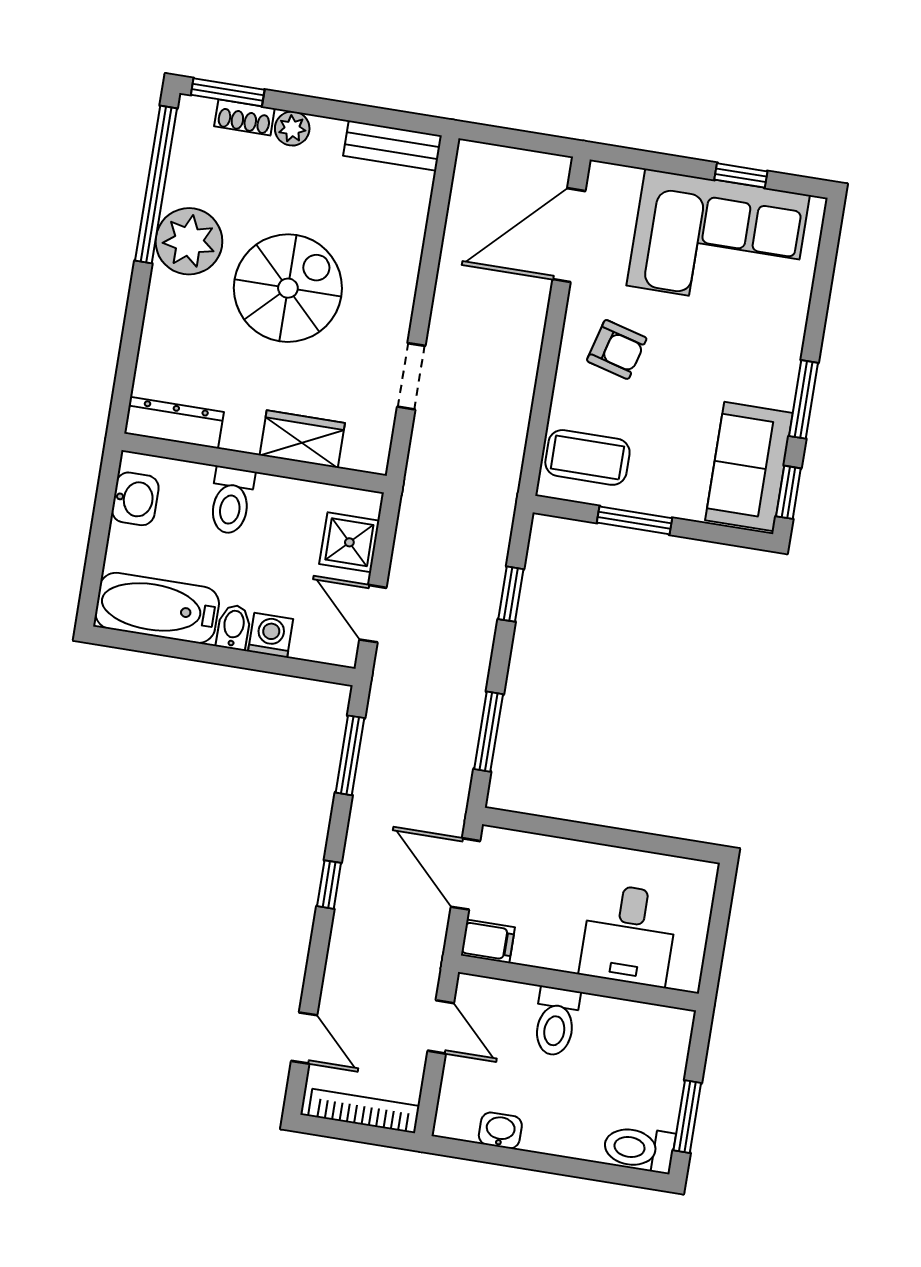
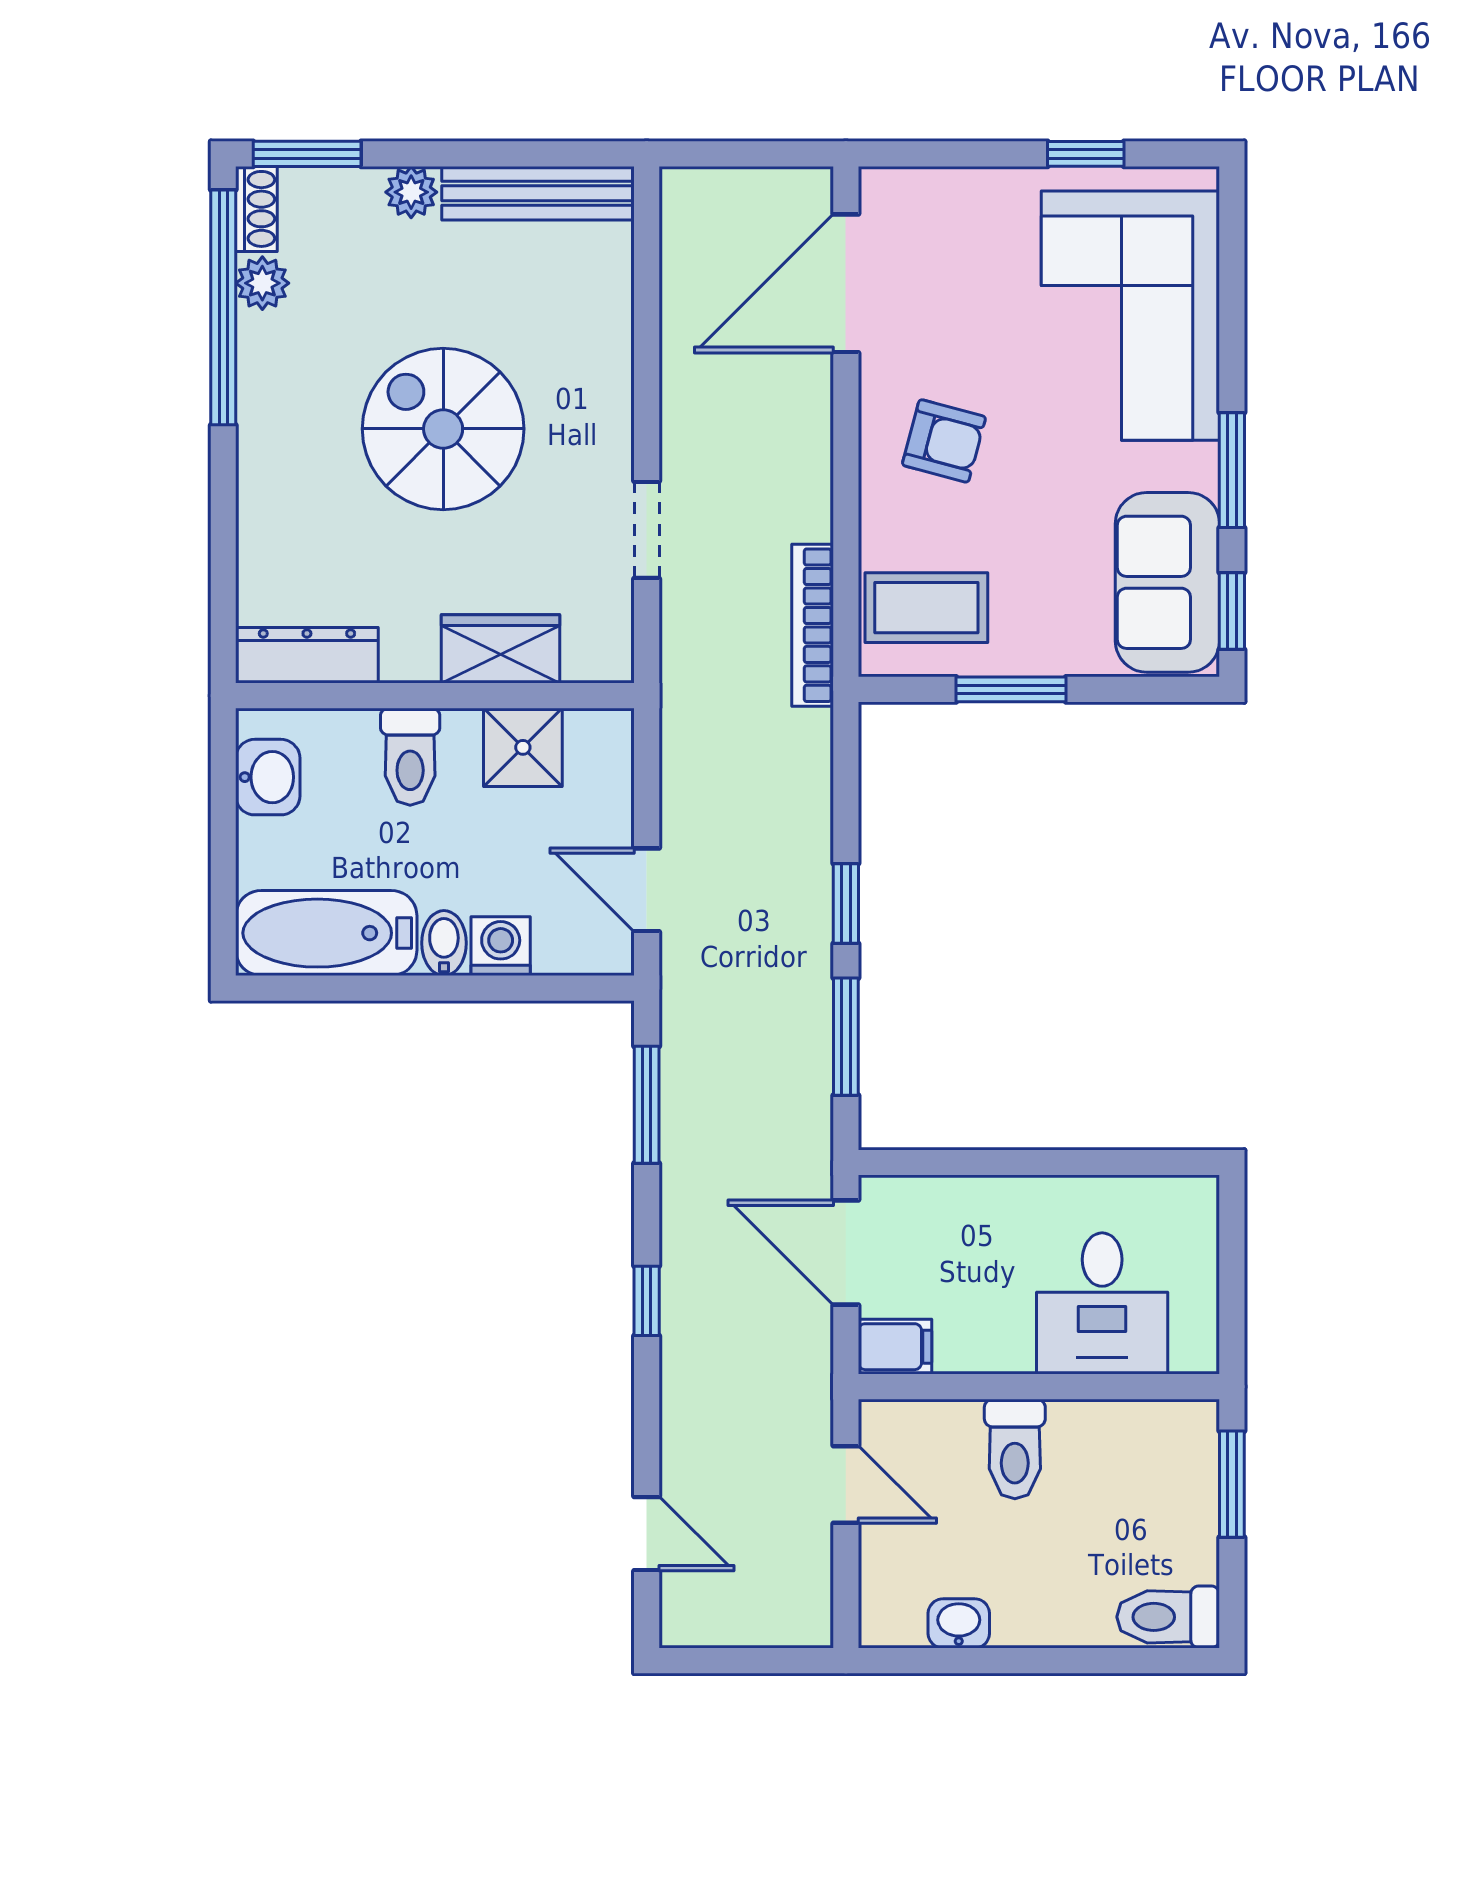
shoe rack: (244, 117) -> (256, 209), moved, turned -90
bench: (393, 146) -> (538, 193), width x1.36
corner sofa: (718, 240) -> (1130, 316), moved, turned 90
plant: (189, 241) -> (262, 283), moved, width x0.53, depth x0.53
spiral stairs: (288, 288) -> (443, 429), turned -90
shower: (349, 542) -> (523, 747), moved
window: (511, 594) -> (846, 904), moved
bookcase: (364, 1111) -> (813, 625), moved, turned -90
window: (687, 1117) -> (1232, 1484), moved

